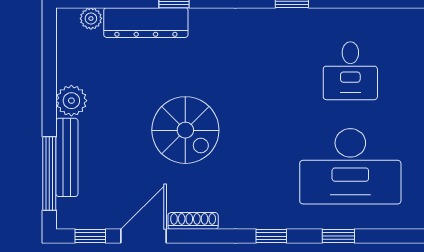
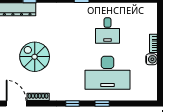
spiral stairs: (185, 130) -> (35, 57), turned 180
door: (144, 236) -> (16, 104), hinge flipped

